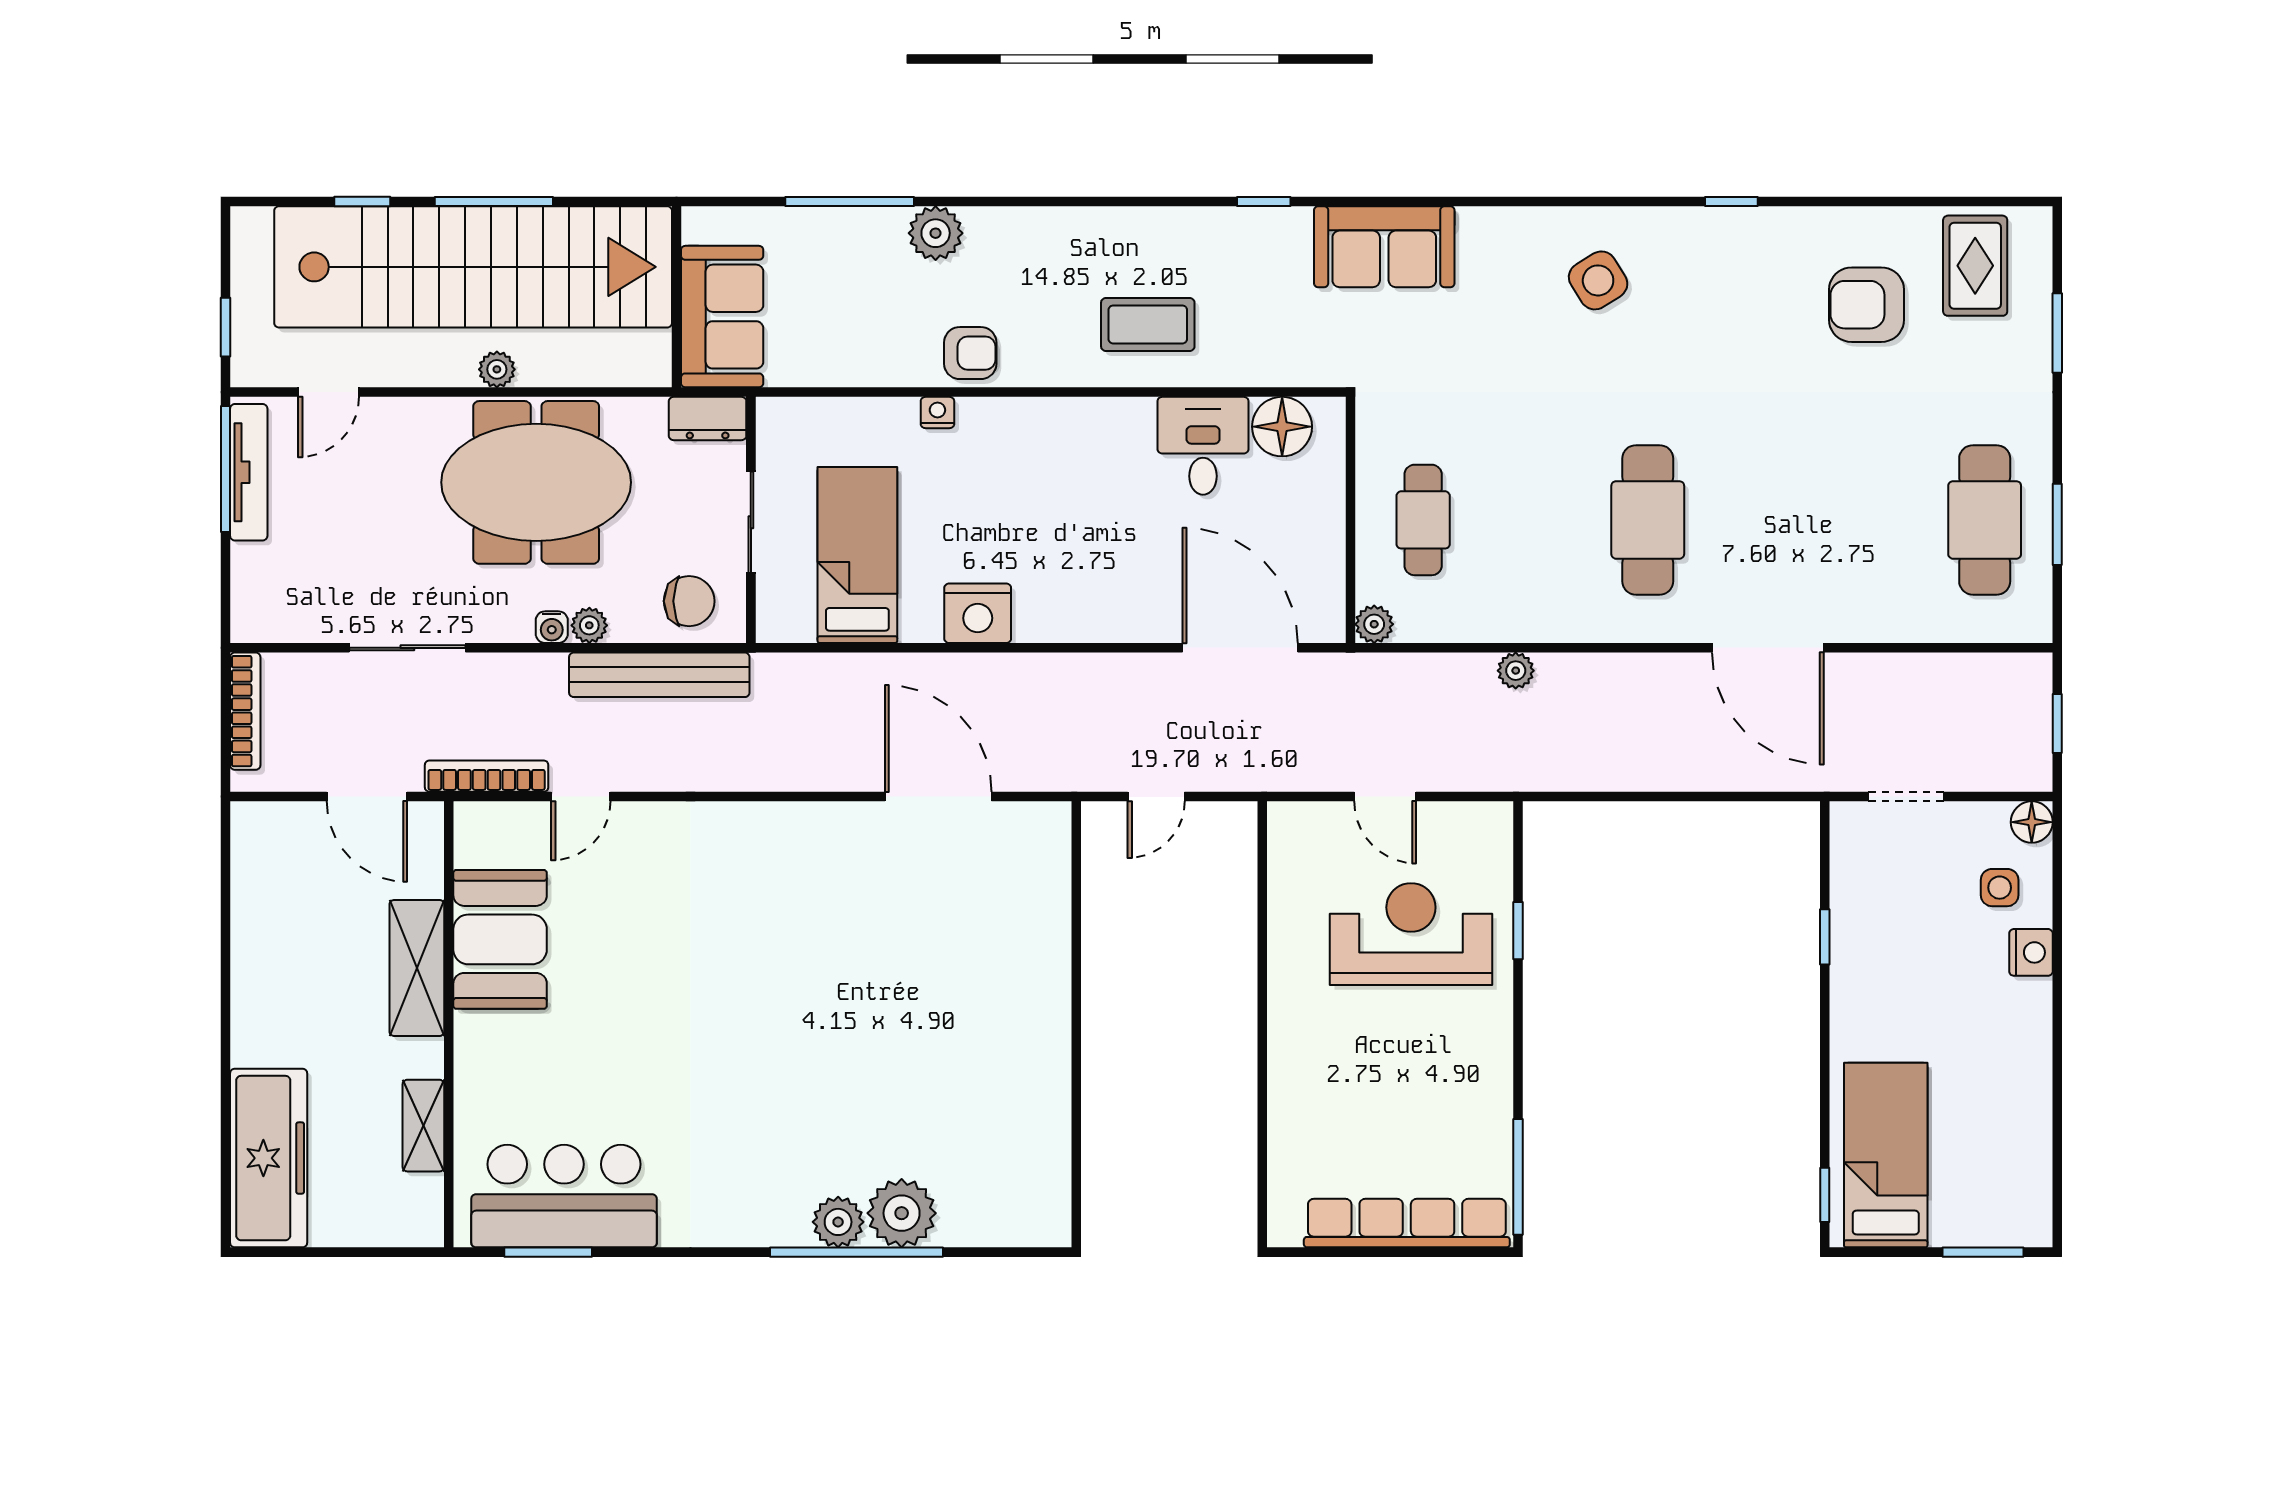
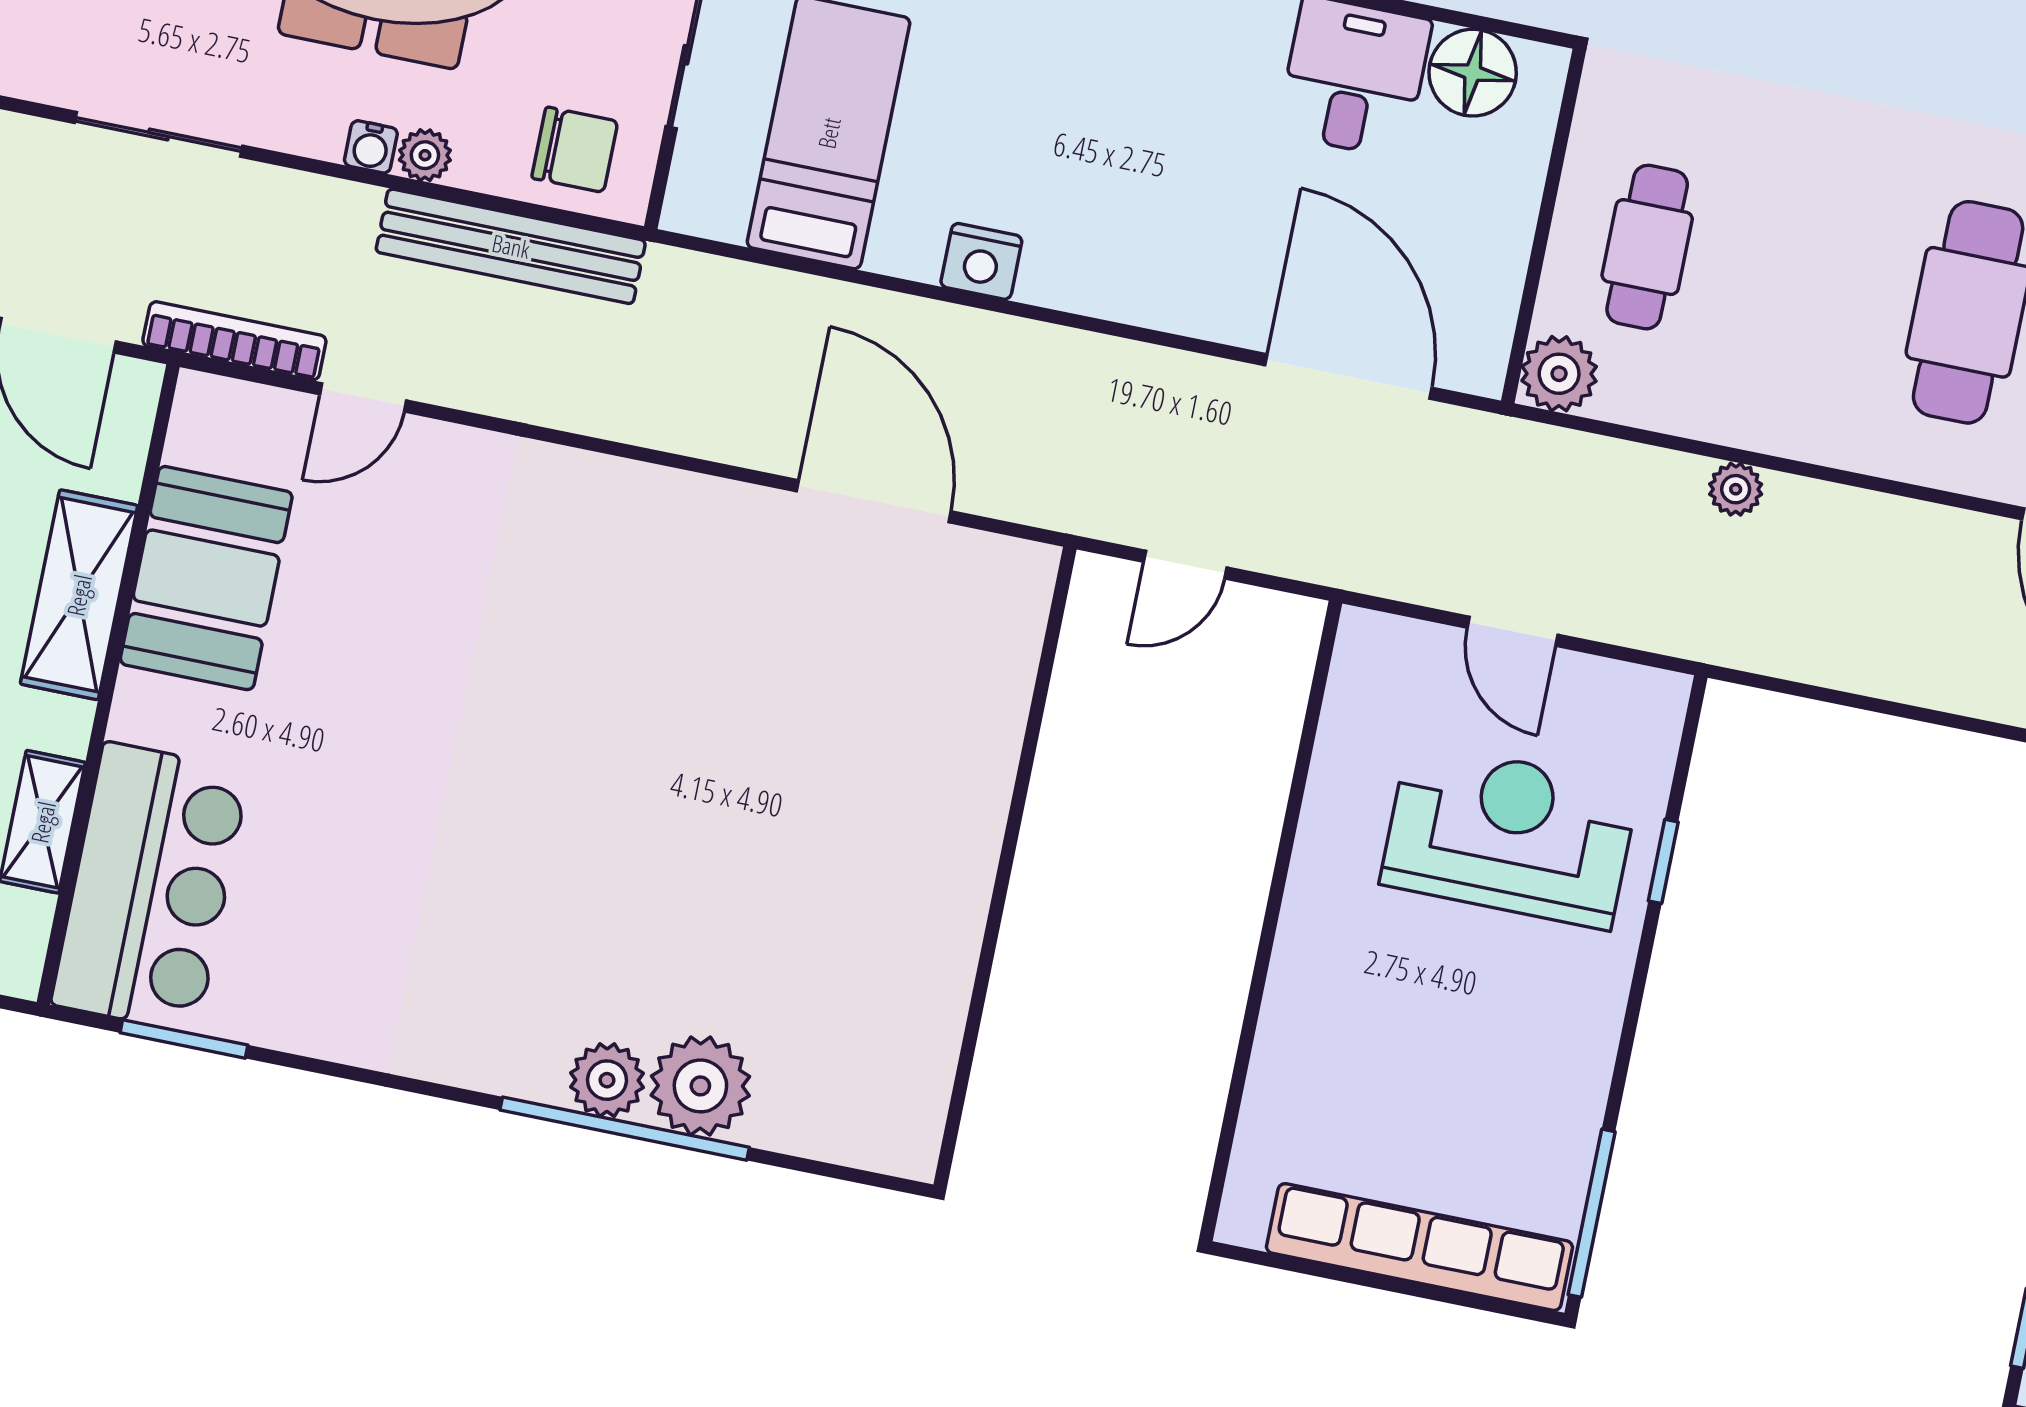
nightstand: (978, 613) -> (981, 261), width x0.74, depth x0.75
plant: (1374, 624) -> (1559, 374), width x1.38, depth x1.38
bar counter: (564, 1196) -> (150, 887), moved, turned 90

